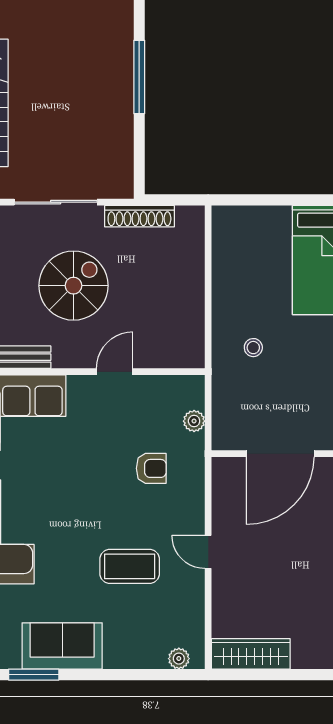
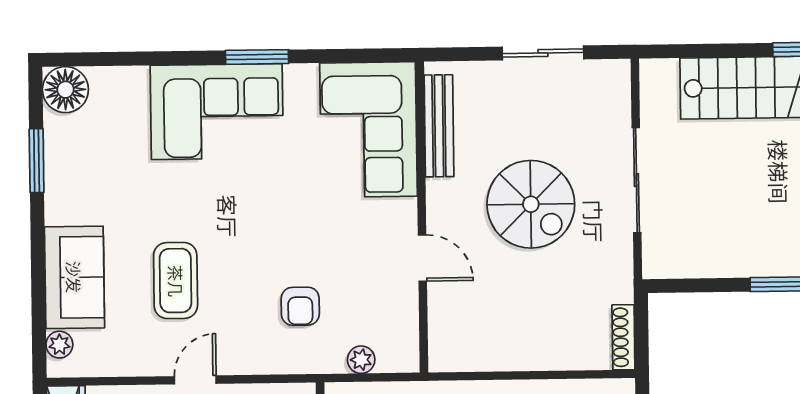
shoe rack: (139, 216) -> (623, 337), moved, width x0.74, depth x0.81
sofa: (62, 646) -> (74, 277), moved

